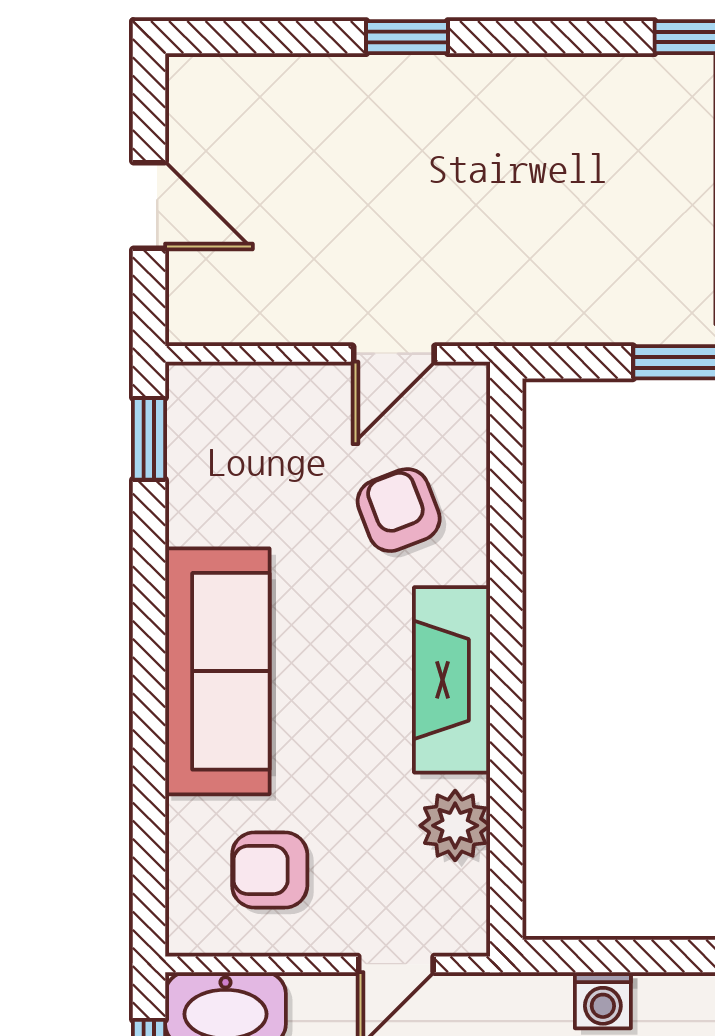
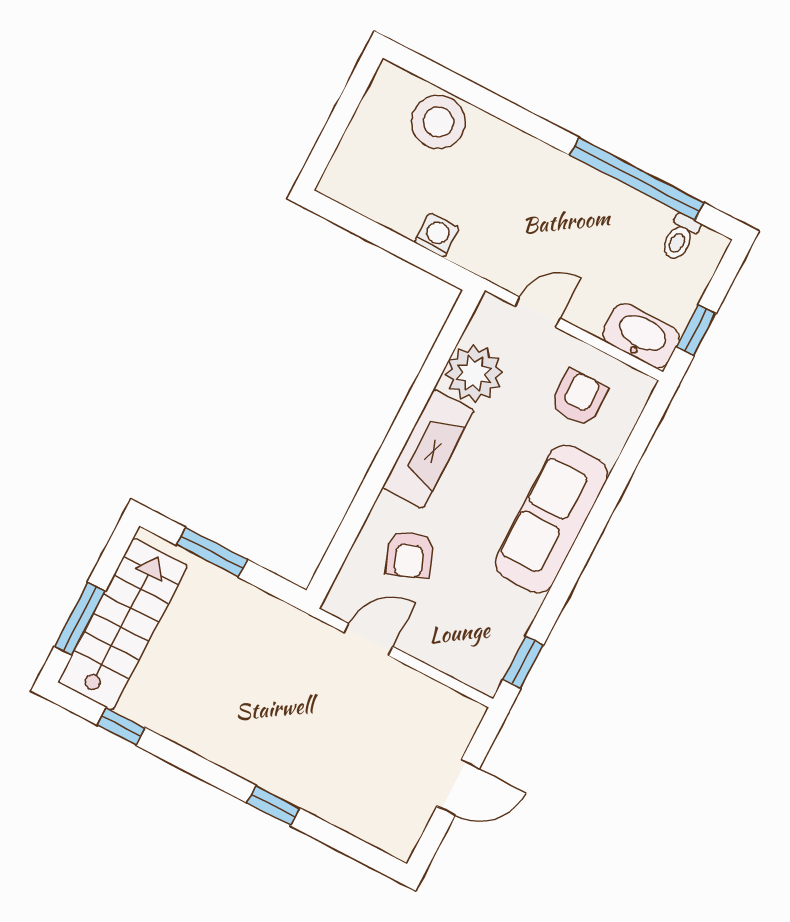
door: (149, 205) -> (458, 787), swing flipped
plant: (455, 826) -> (474, 373), width x1.36, depth x1.36
armchair: (270, 870) -> (579, 398), turned -90

